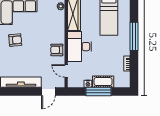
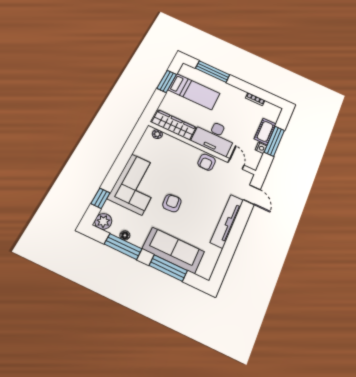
window: (134, 36) -> (213, 72), moved
door: (66, 71) -> (236, 164), swing flipped

